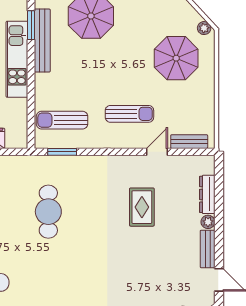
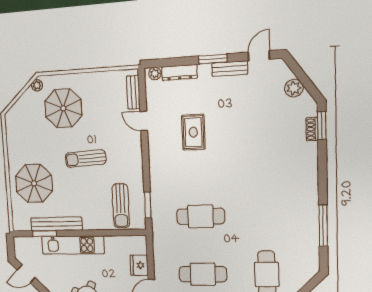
sun lounger: (129, 114) -> (86, 159), moved, turned -93
rug: (142, 207) -> (193, 132), turned 90
plant: (208, 222) -> (155, 74), moved
window: (219, 231) -> (213, 59), added

